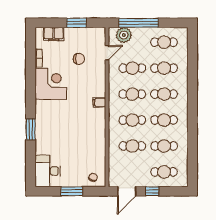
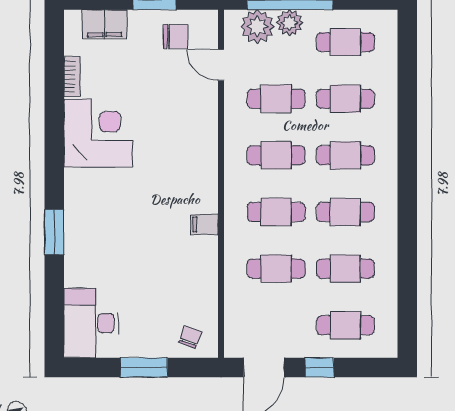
plant: (138, 33) -> (290, 23), added
door: (107, 53) -> (221, 65), swing flipped
chair: (79, 59) -> (176, 37), moved
filing cabinet: (99, 102) -> (204, 224), moved

